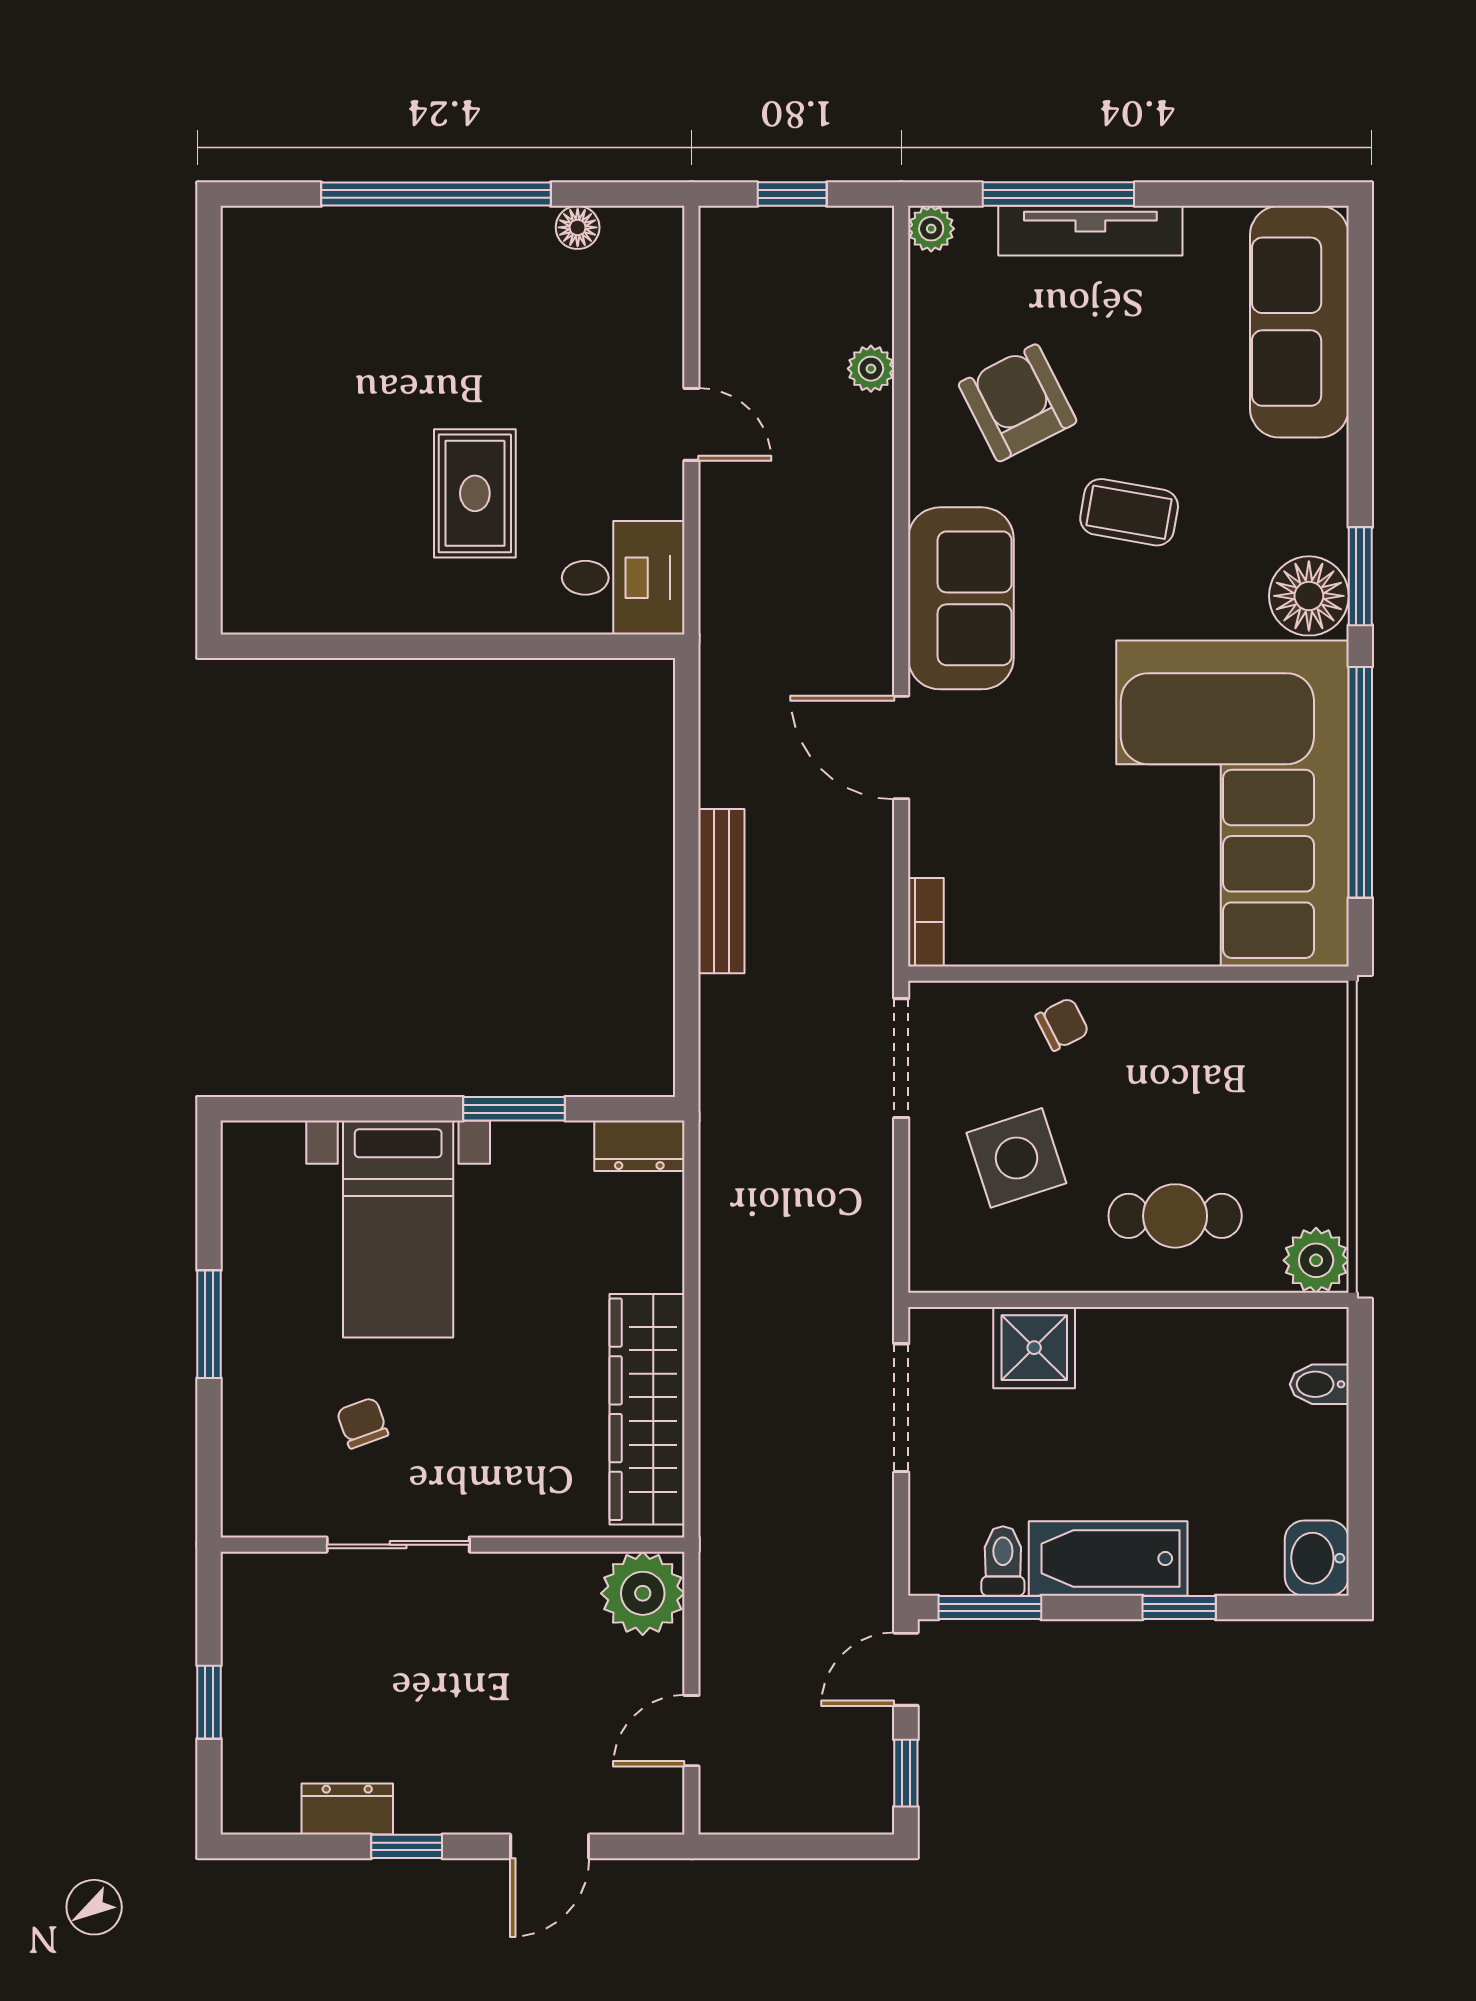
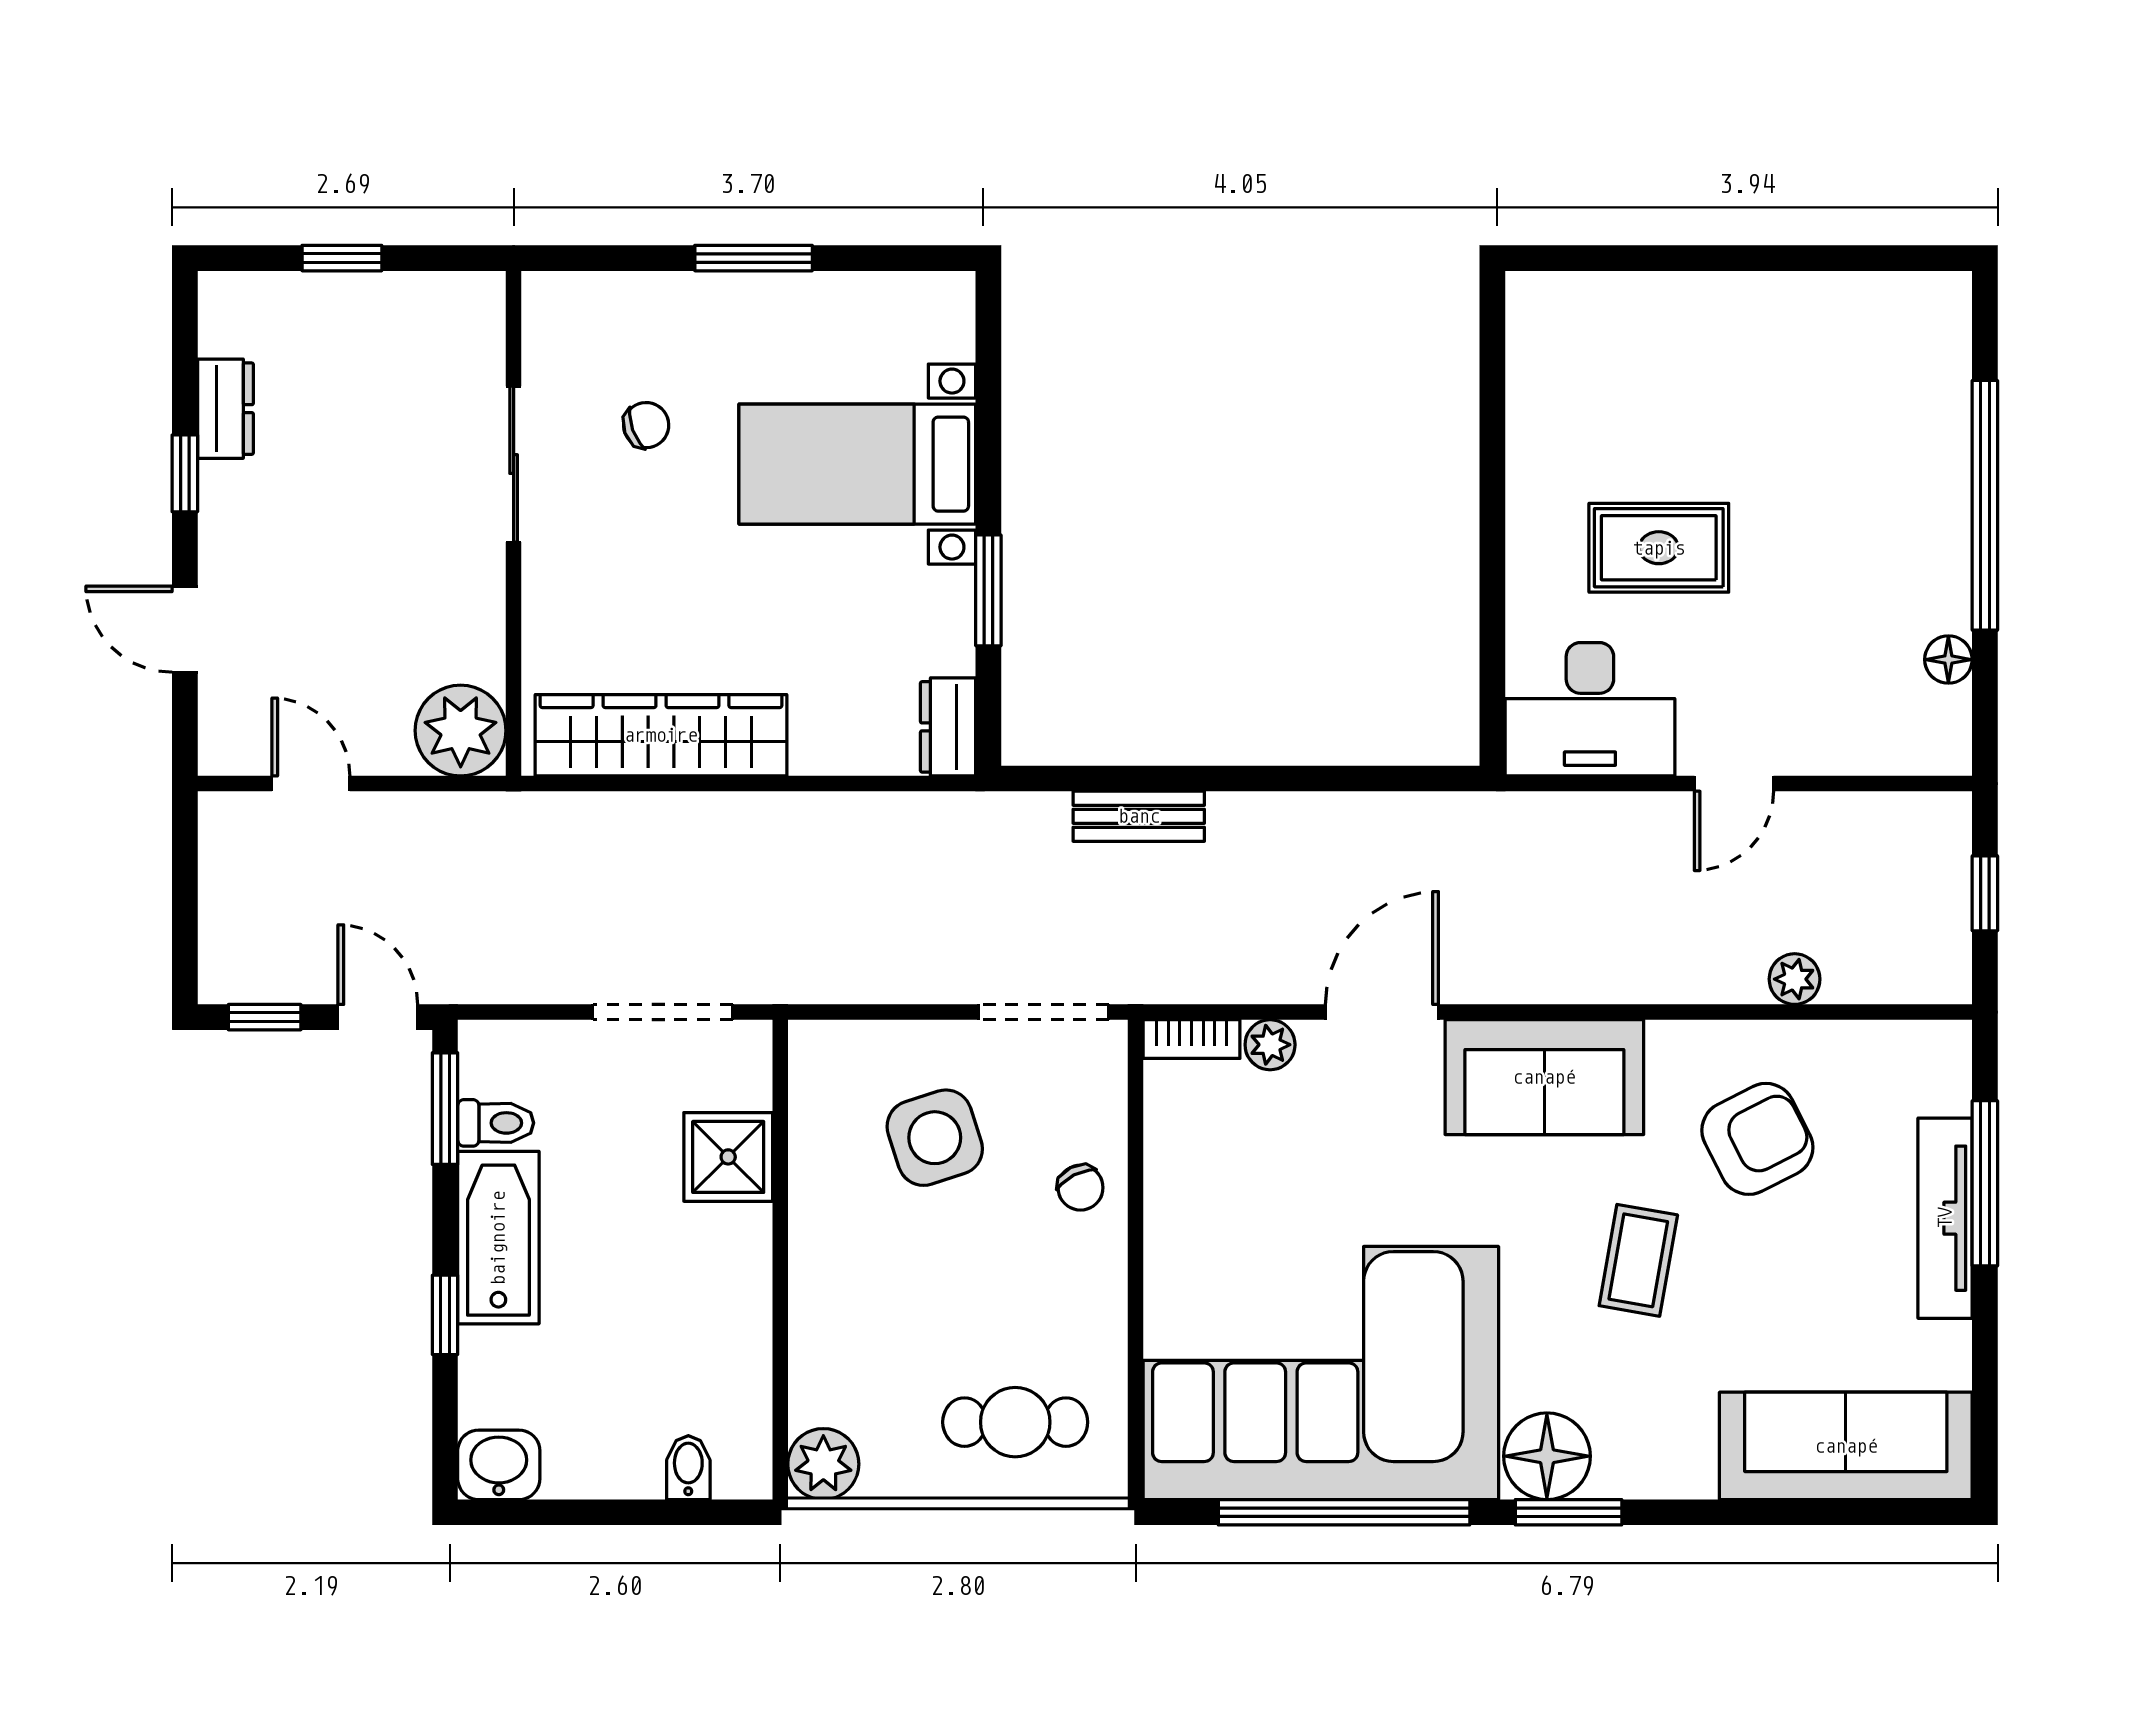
plant: (931, 229) -> (1270, 1045), moved
desk: (623, 578) -> (1590, 709), width x1.37
bench: (721, 891) -> (1139, 816), moved, width x0.73
cafe table: (1175, 1216) -> (1015, 1422), moved, turned 90

